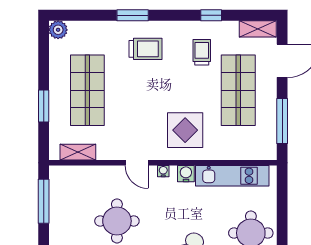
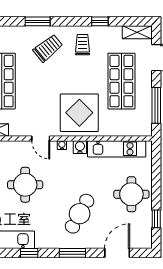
trolley: (145, 49) -> (48, 48), turned -39
trolley: (202, 52) -> (83, 45), moved
display table: (185, 130) -> (79, 113), width x1.36, depth x1.36

